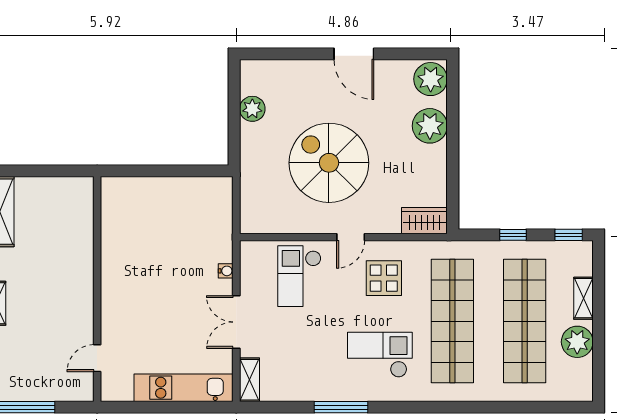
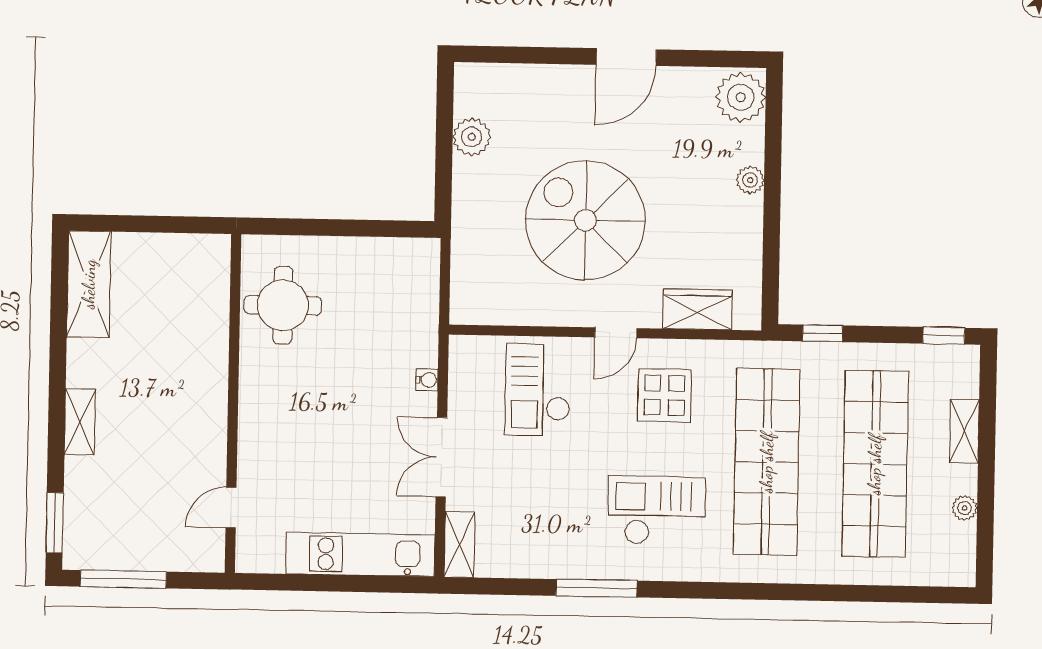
door: (354, 54) -> (626, 57), hinge flipped
plant: (430, 126) -> (750, 180), width x0.53, depth x0.53
wardrobe: (424, 221) -> (697, 309), moved
round table: (129, 223) -> (283, 305), added
window: (513, 235) -> (823, 333), moved
plant: (577, 342) -> (965, 508), width x0.53, depth x0.53

